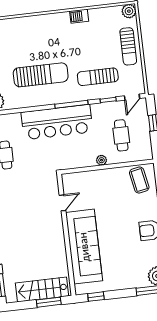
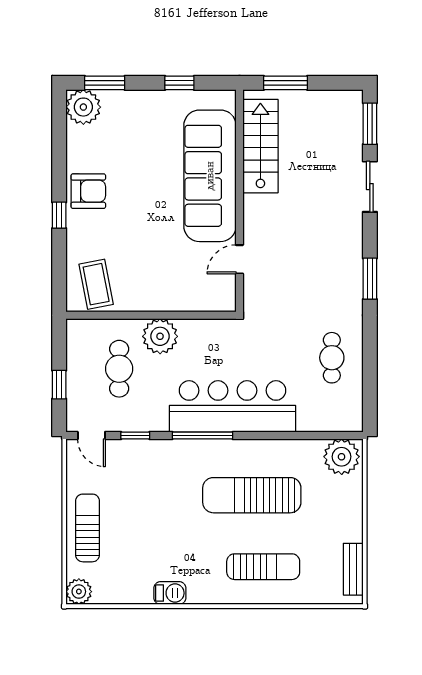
sun lounger: (98, 77) -> (263, 567), moved
door: (132, 97) -> (91, 435), swing flipped
plant: (101, 160) -> (160, 336), width x1.88, depth x1.88
stairs: (42, 289) -> (260, 146), moved, turned -90
window: (96, 297) -> (179, 83), moved

